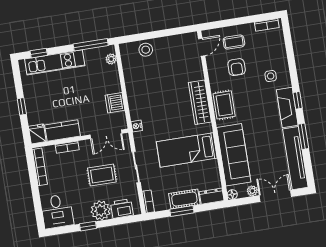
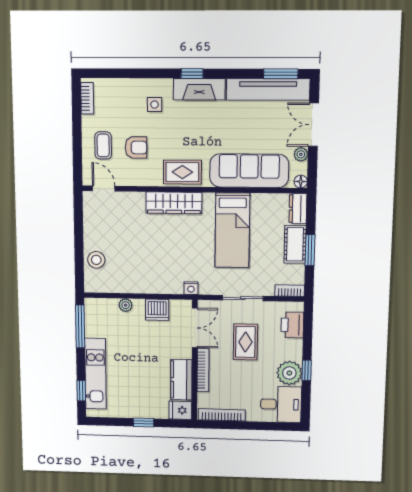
plant: (111, 59) -> (126, 305), moved
window: (303, 136) -> (281, 74), moved
bookcase: (67, 147) -> (203, 370), width x1.56
plant: (101, 210) -> (289, 373), moved

